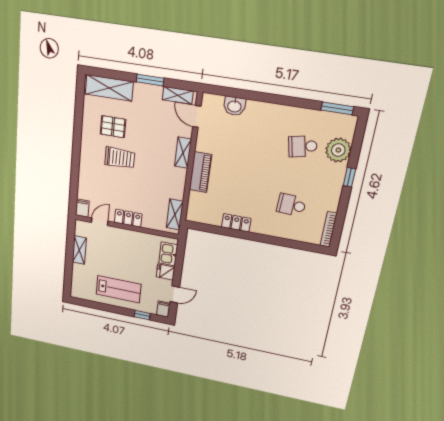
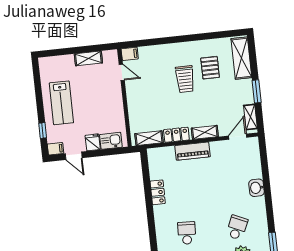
washbasin: (234, 106) -> (257, 188), moved
school desk: (303, 146) -> (237, 228), turned 36
locker: (128, 218) -> (176, 135), moved, turned -90

